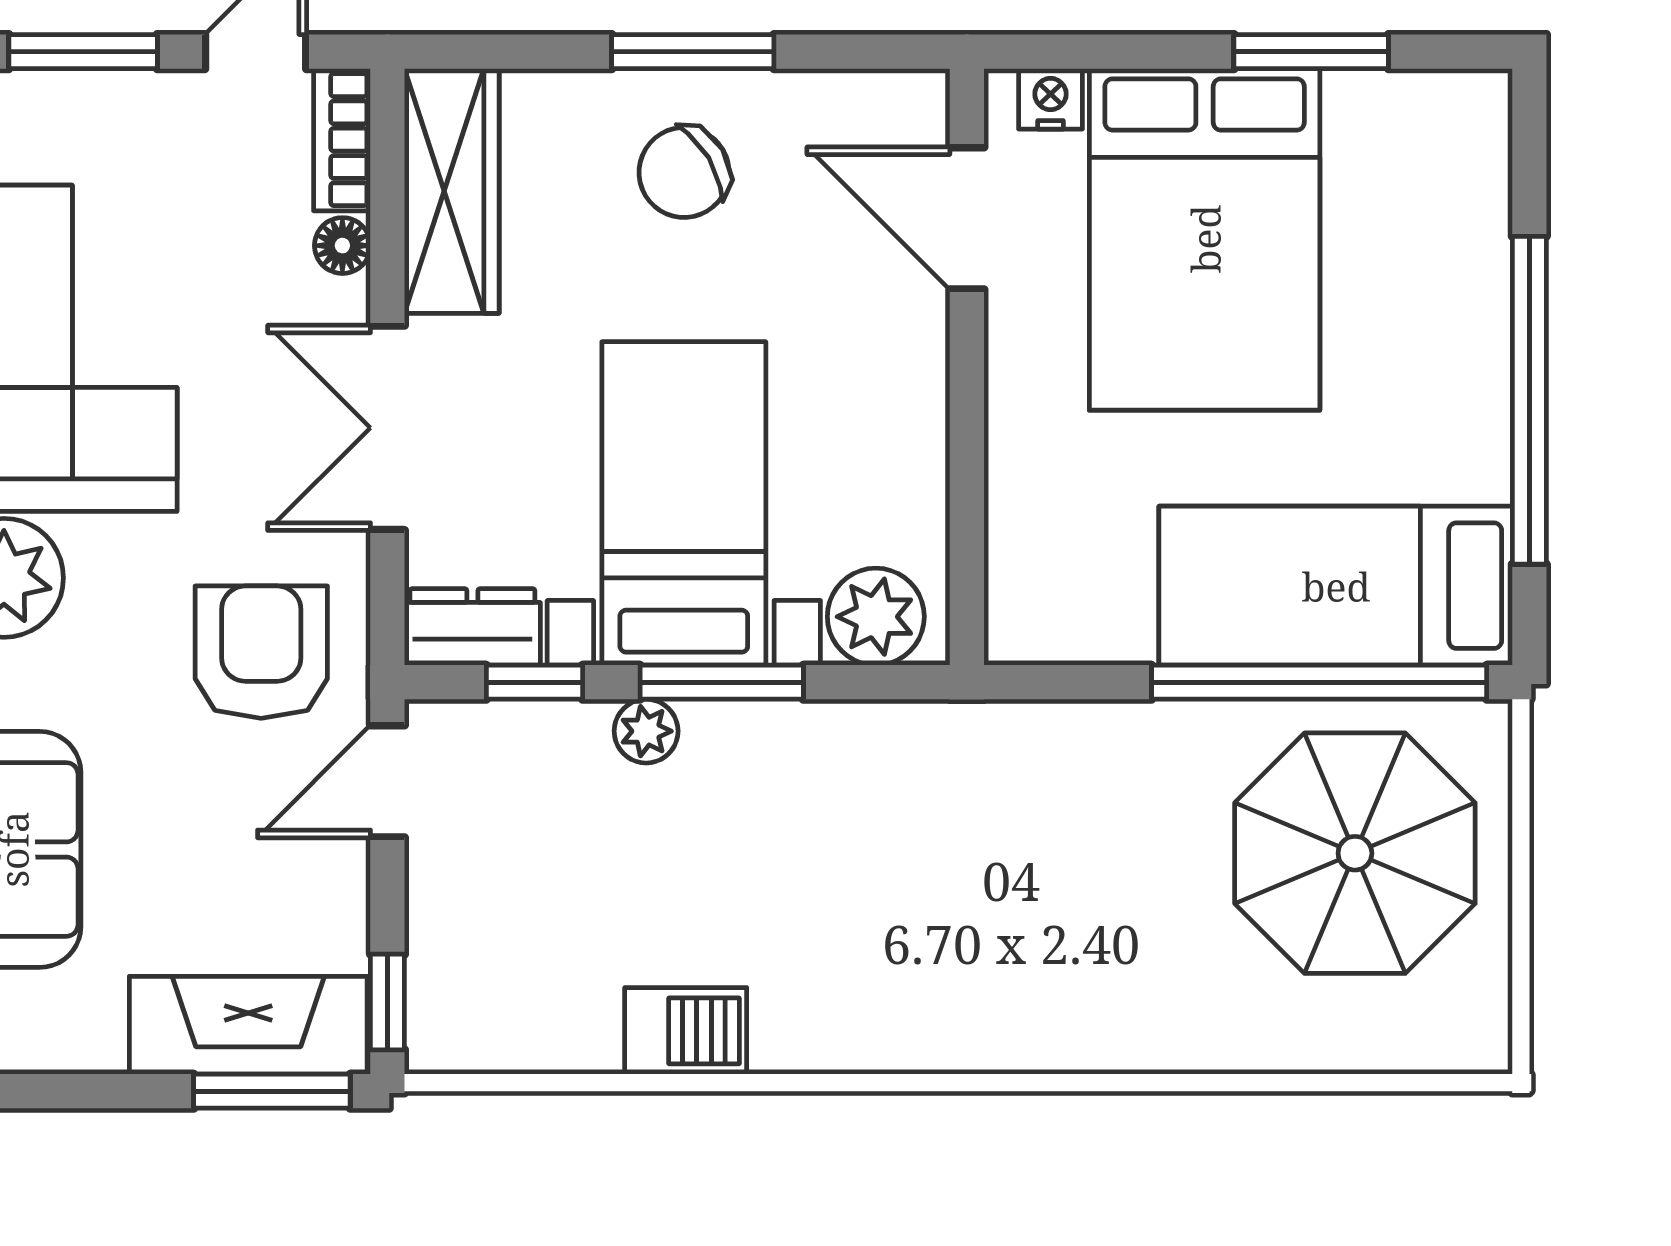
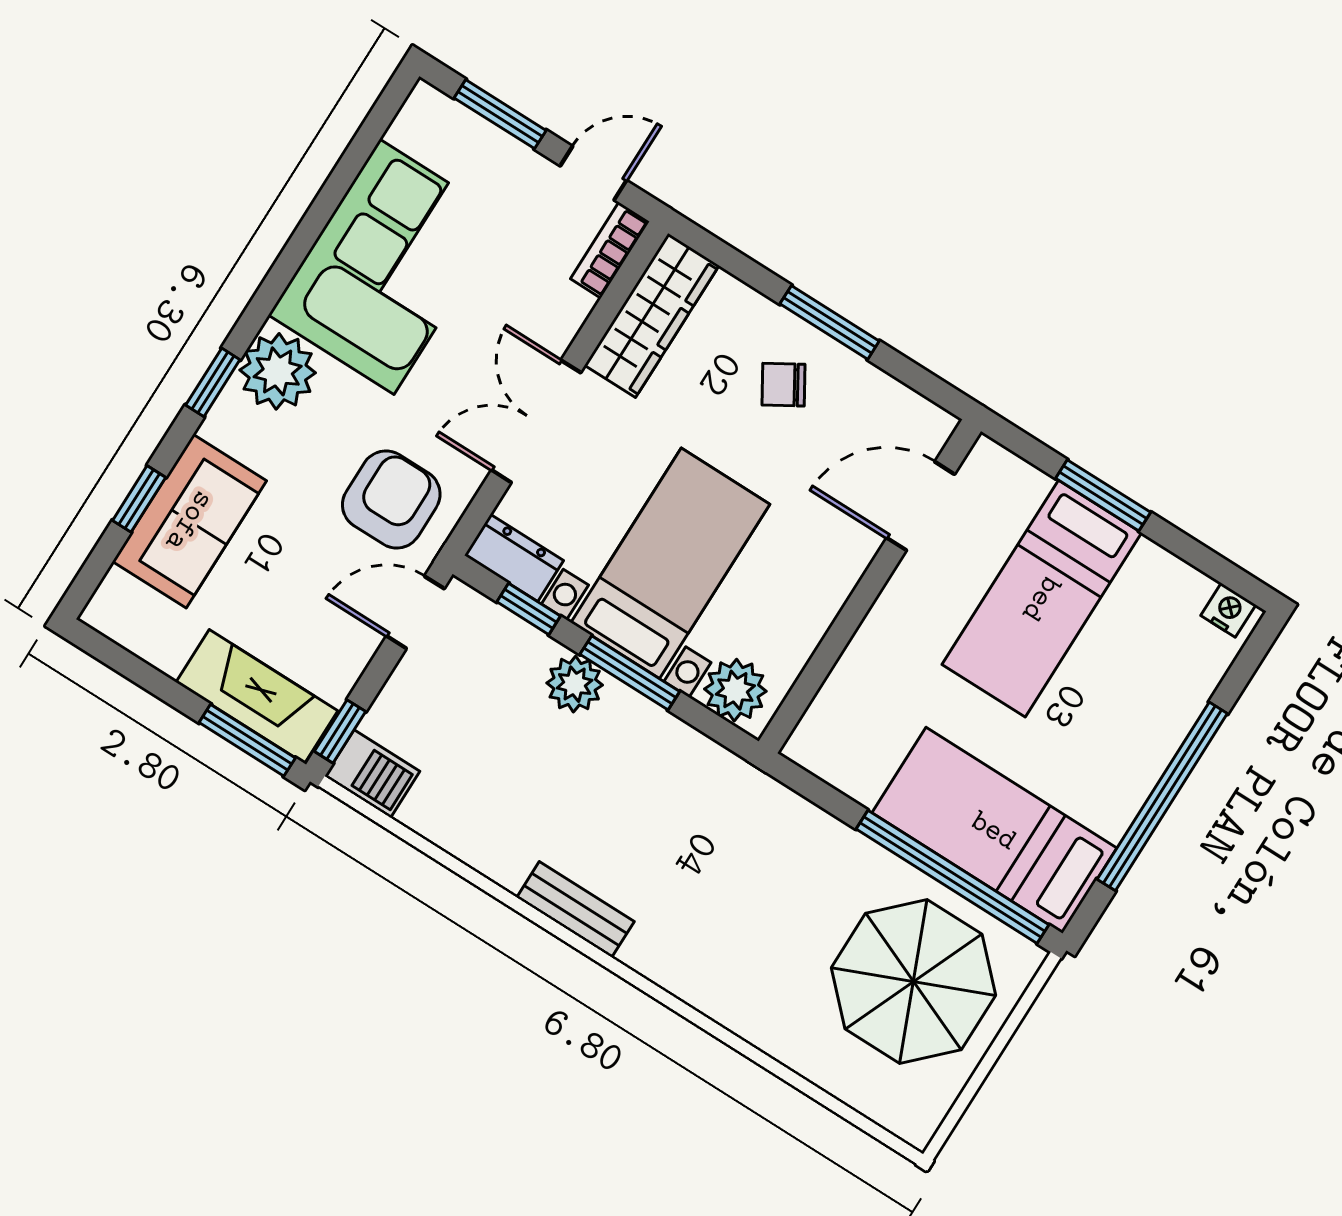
window: (1311, 52) -> (1103, 495), moved
nightstand: (1051, 99) -> (1228, 610), moved
chair: (684, 172) -> (784, 385), width x0.73, depth x0.73
door: (967, 218) -> (921, 506), hinge flipped
bed: (1205, 239) -> (1042, 599), width x0.67
floor lamp: (342, 246) -> (574, 308), removed
plant: (646, 731) -> (575, 684), width x1.38, depth x1.38
barbecue: (686, 1031) -> (372, 774), moved
bench: (848, 1041) -> (575, 910), added

